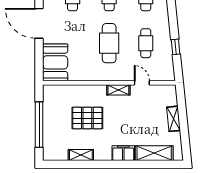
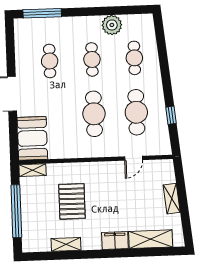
cafe table: (146, 43) -> (136, 112), width x1.37, depth x1.35
door: (142, 83) -> (134, 158), swing flipped
shelving: (118, 90) -> (32, 170), moved
pallet: (87, 118) -> (72, 201), turned 90

